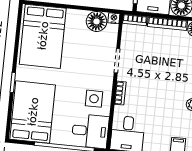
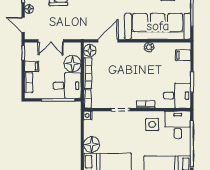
floor lamp: (97, 21) -> (92, 144), moved

